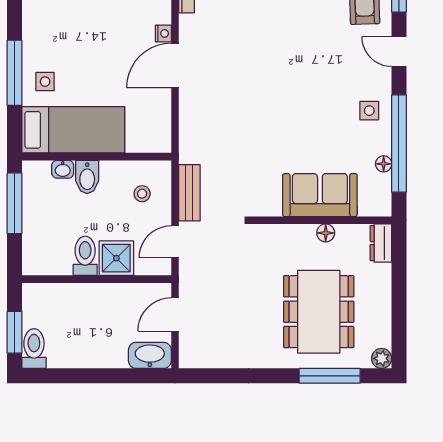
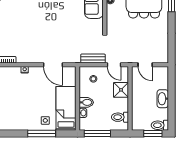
door: (175, 65) -> (53, 65), moved
toilet: (85, 256) -> (120, 117), moved
washbasin: (150, 355) -> (163, 99), moved

